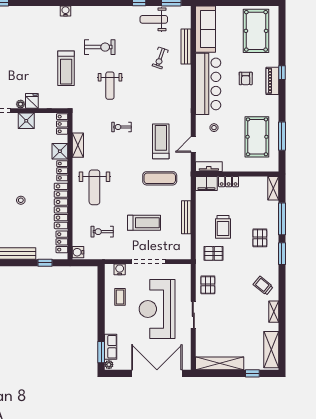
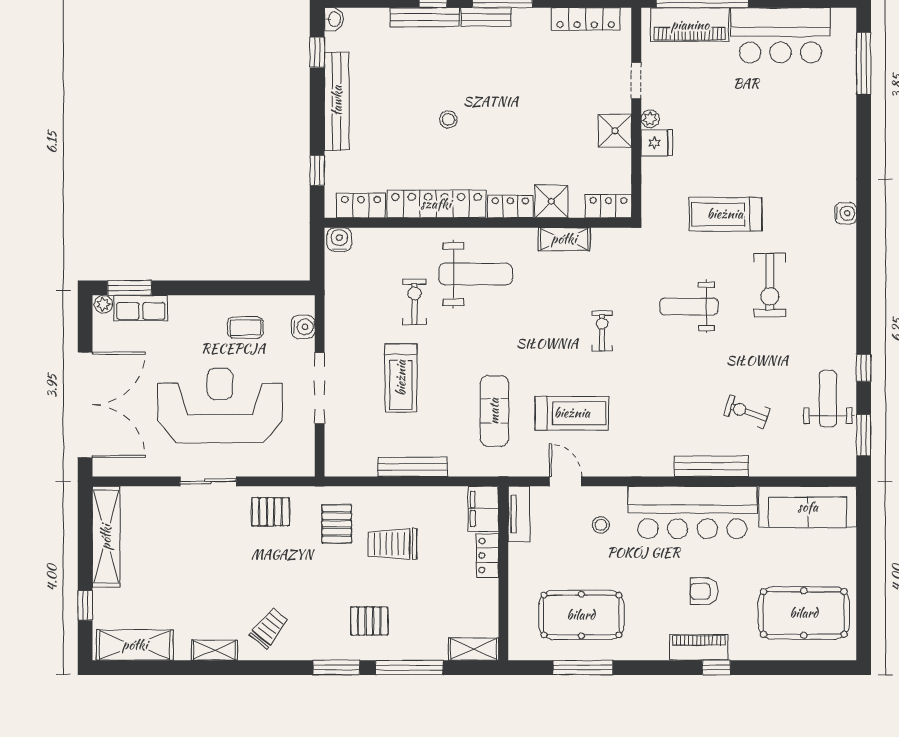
bench: (186, 46) -> (711, 466), moved
weight bench: (94, 187) -> (475, 274), turned 180
exercise bike: (102, 232) -> (415, 302), moved

